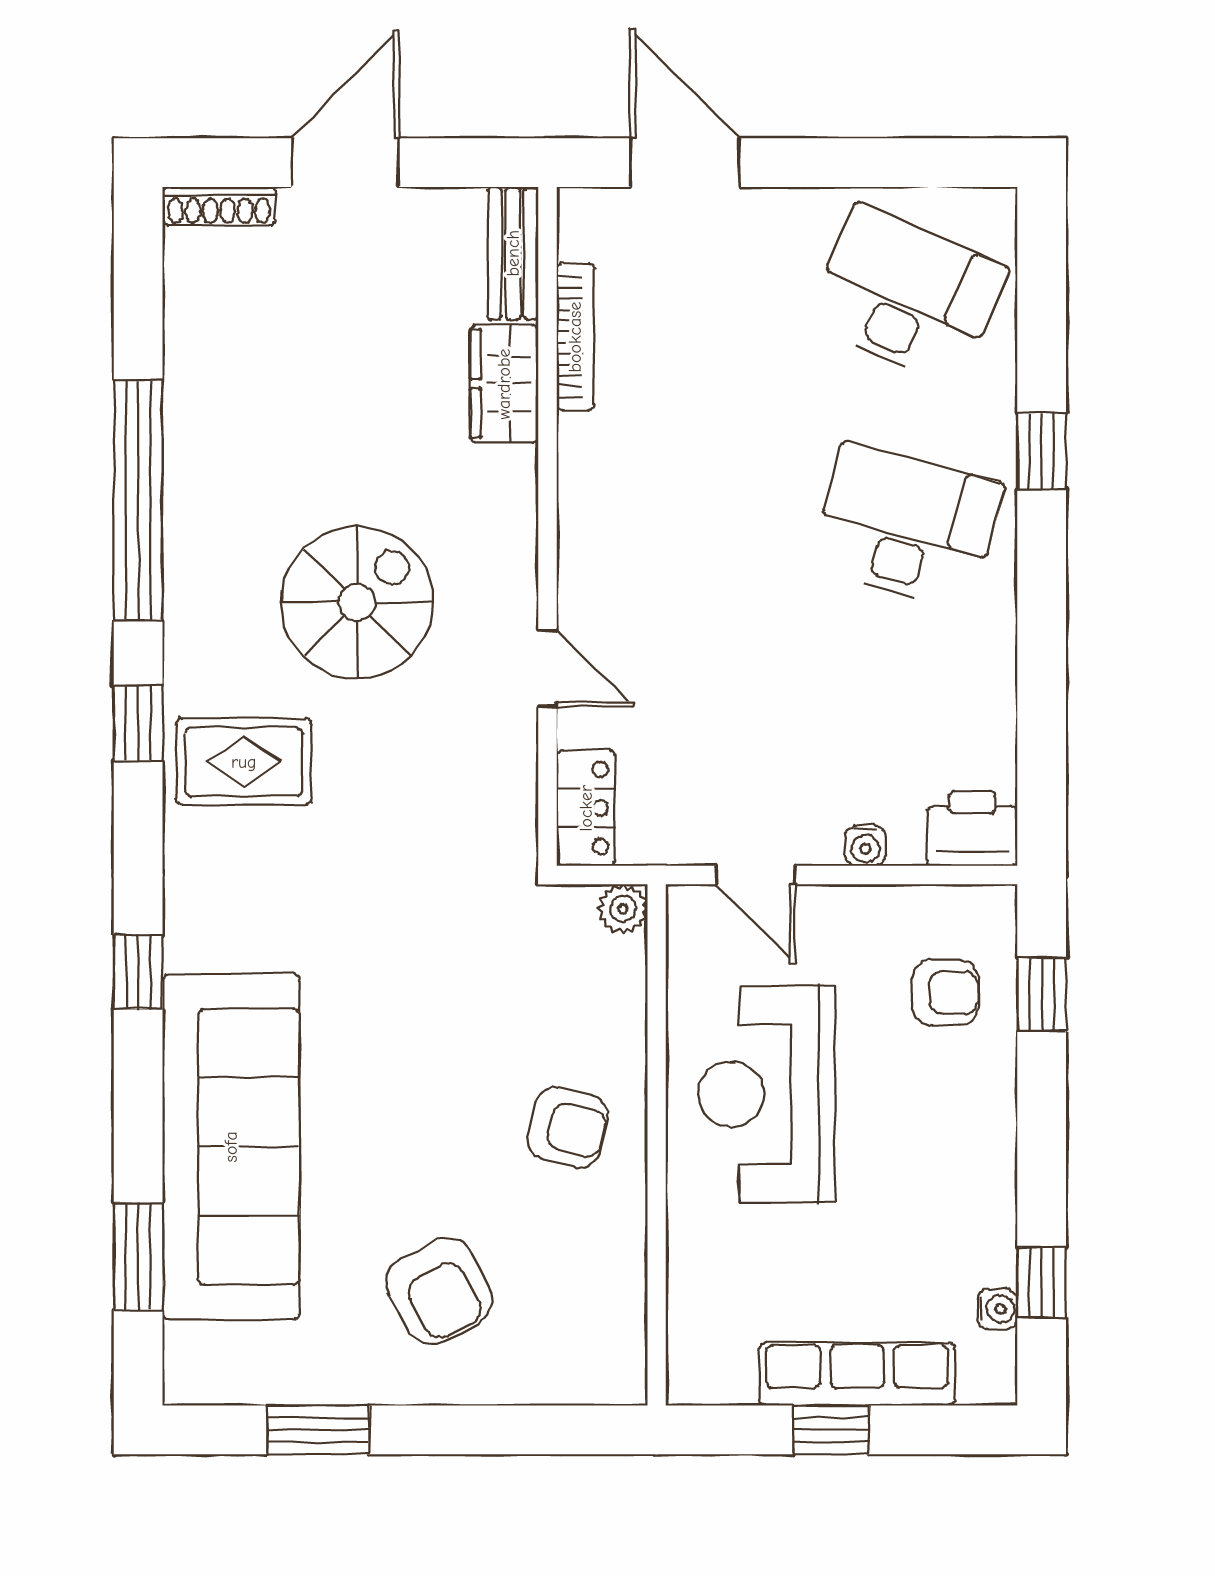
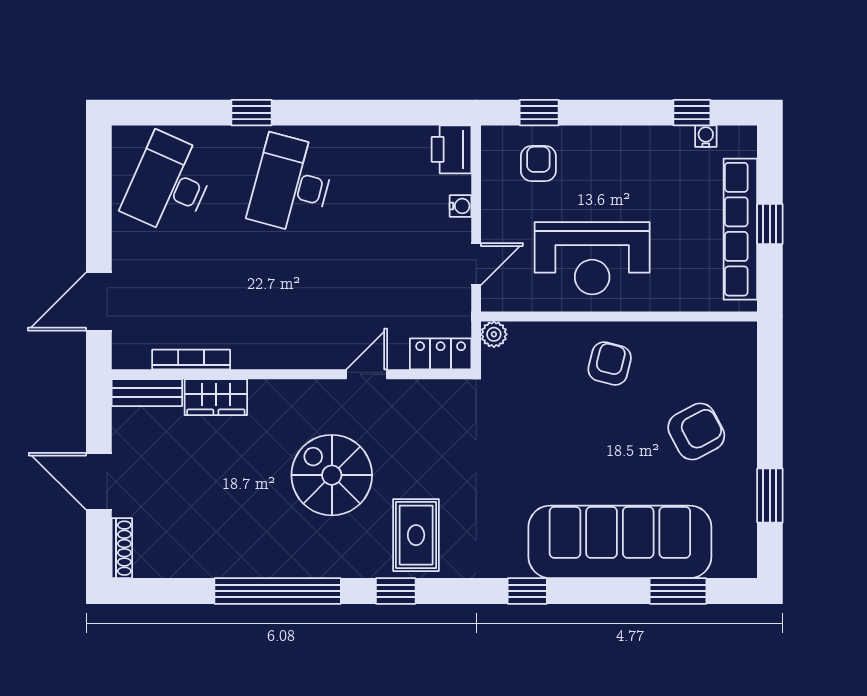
row of seats: (857, 1374) -> (740, 229), width x1.36

